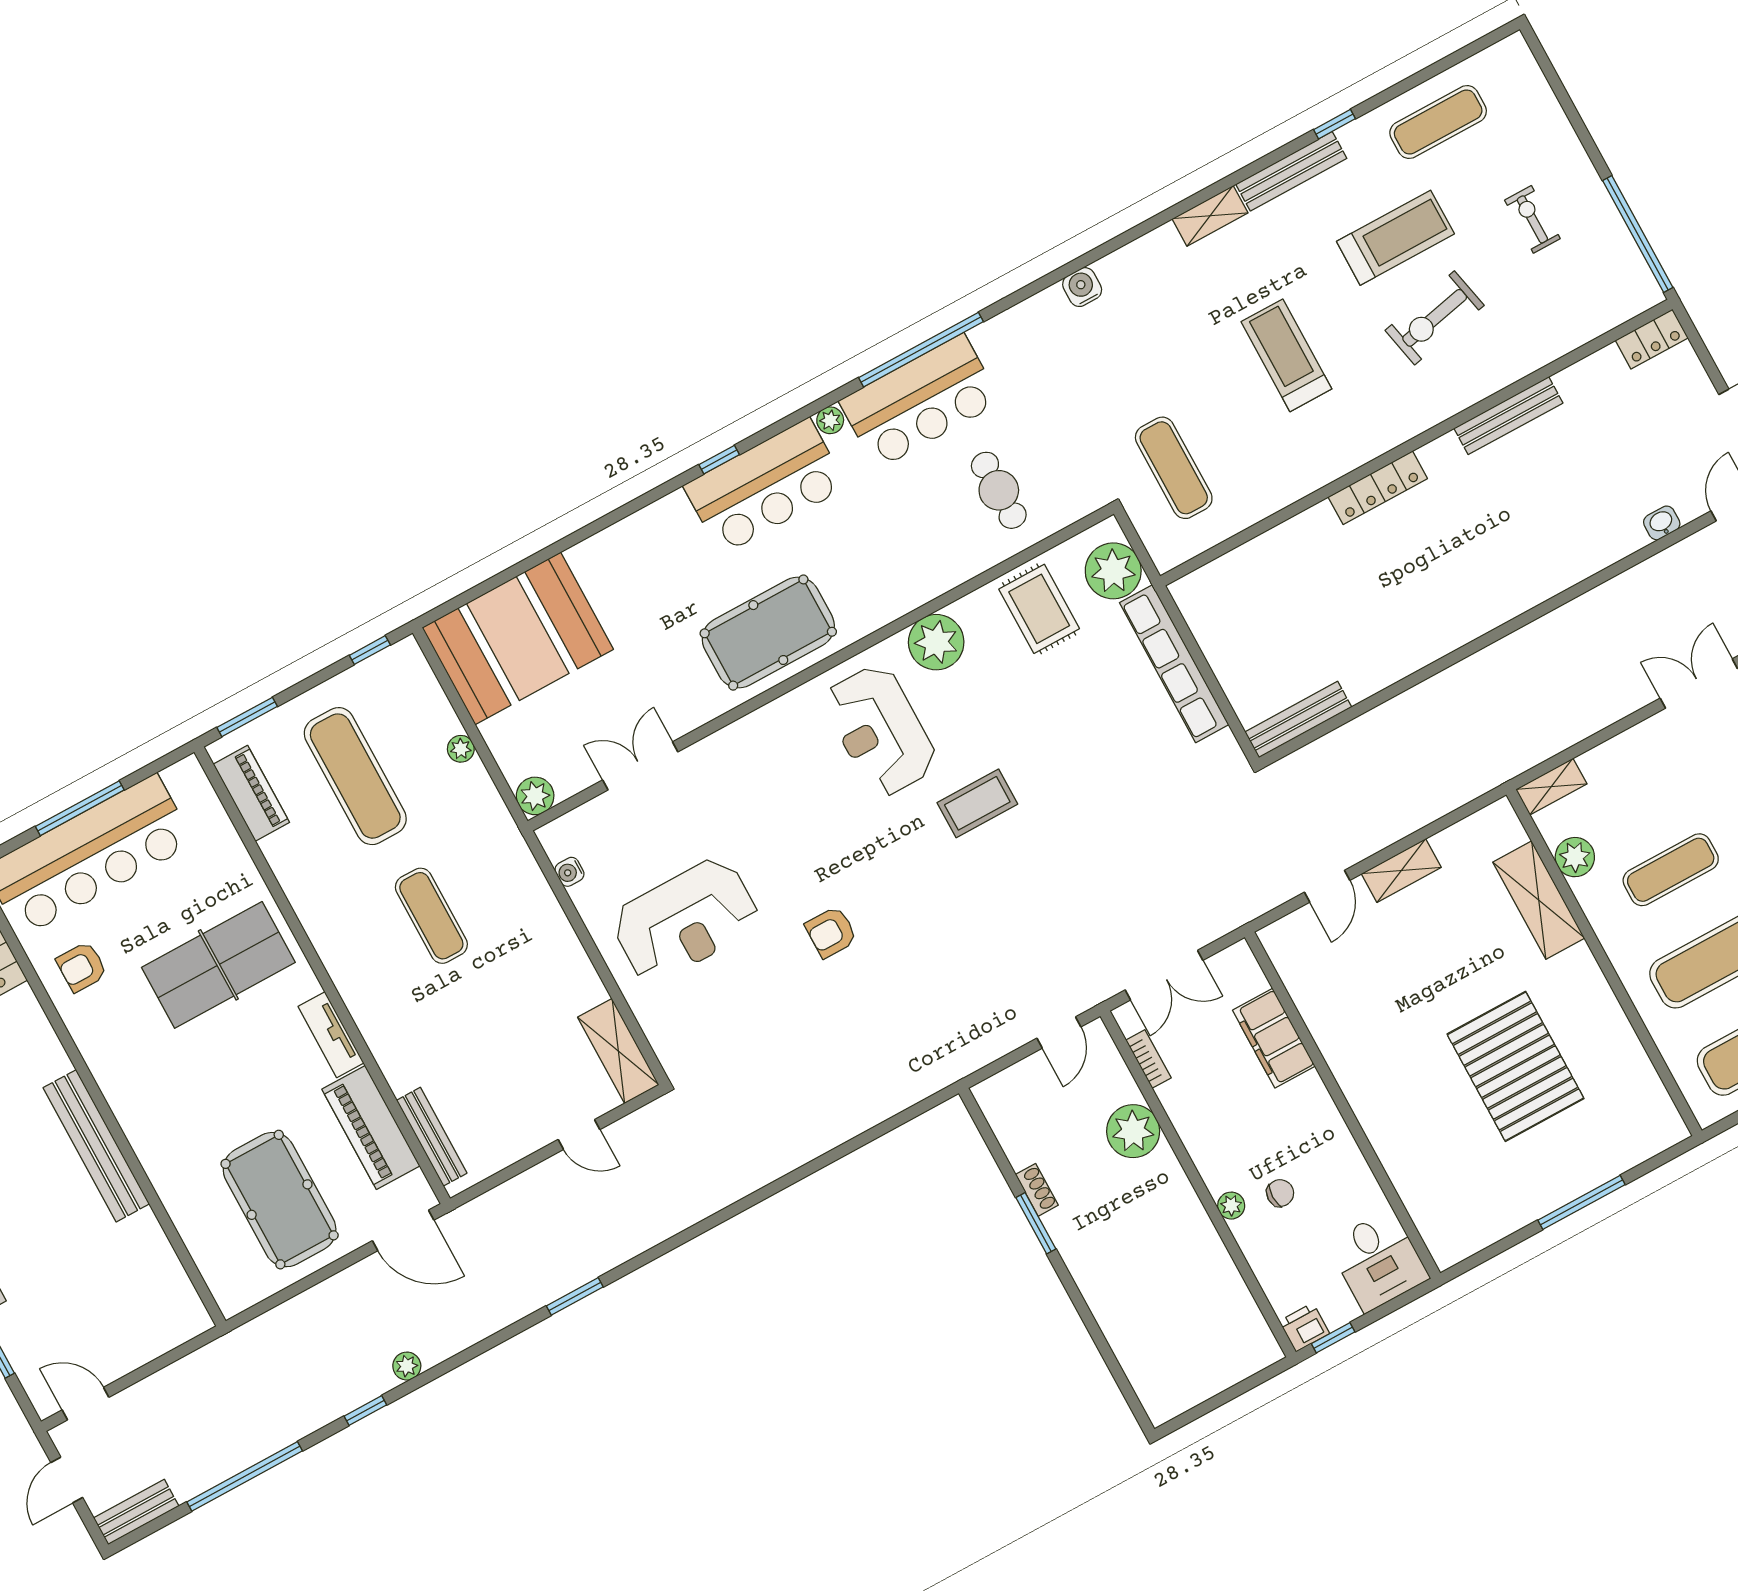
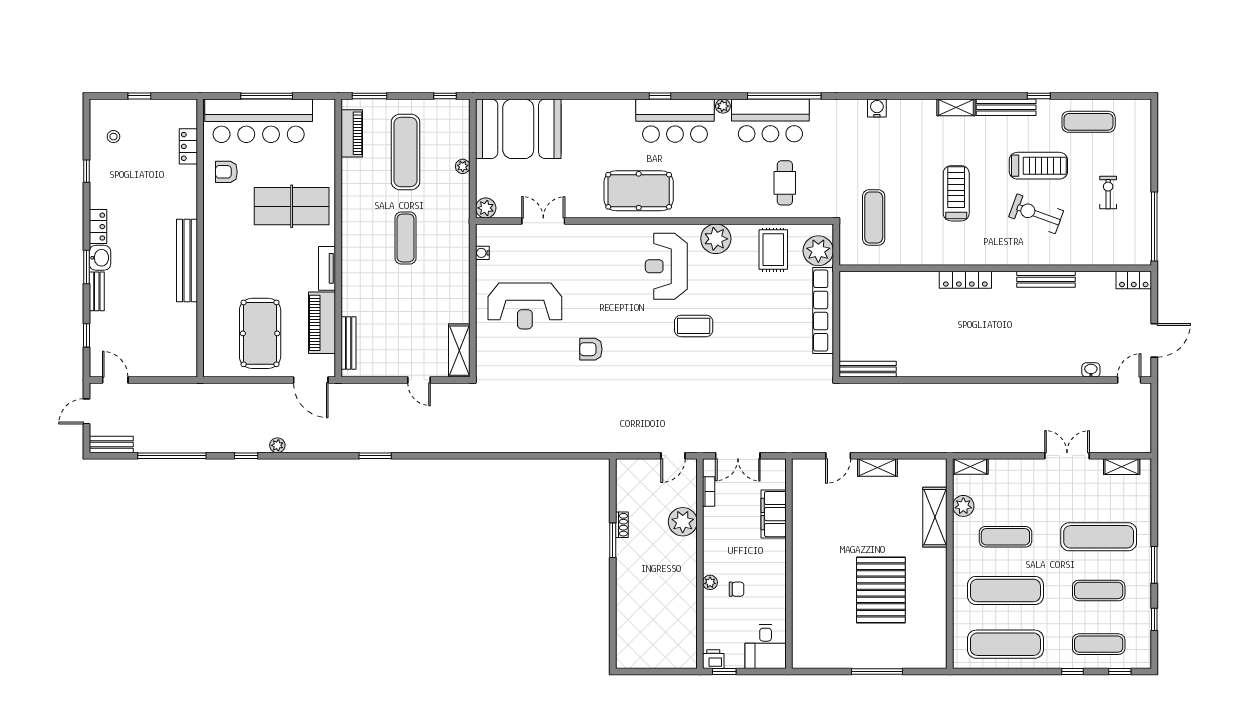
exercise bike: (1435, 318) -> (1036, 214), turned 32

